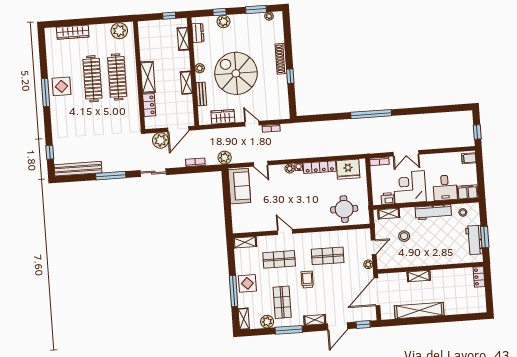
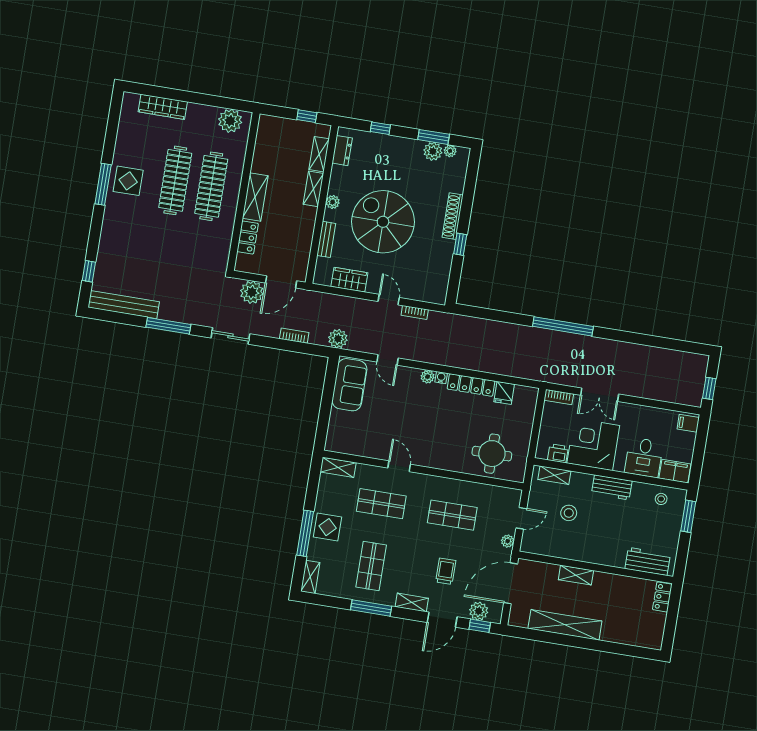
plant: (223, 22) -> (433, 151), moved
shelving: (186, 83) -> (313, 189), moved
fridge: (348, 169) -> (504, 393), width x0.53, depth x0.75
workbench: (433, 212) -> (612, 487), width x0.73
window: (485, 237) -> (688, 516), moved
workbench: (474, 240) -> (648, 561), moved, turned 90
trolley: (307, 279) -> (446, 571), moved
plant: (267, 322) -> (479, 611), moved

